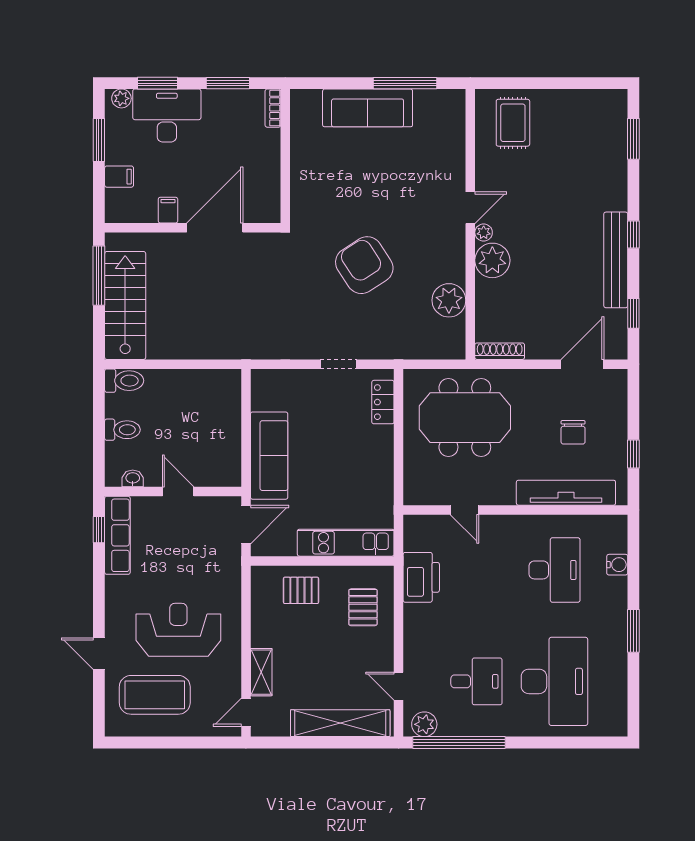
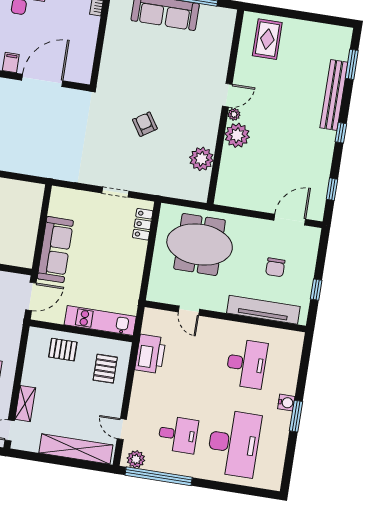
bench: (616, 260) -> (334, 95), moved
armchair: (364, 265) -> (145, 124), width x0.53, depth x0.53
shoe rack: (500, 351) -> (232, 201), removed
water cooler: (617, 565) -> (286, 403), moved

